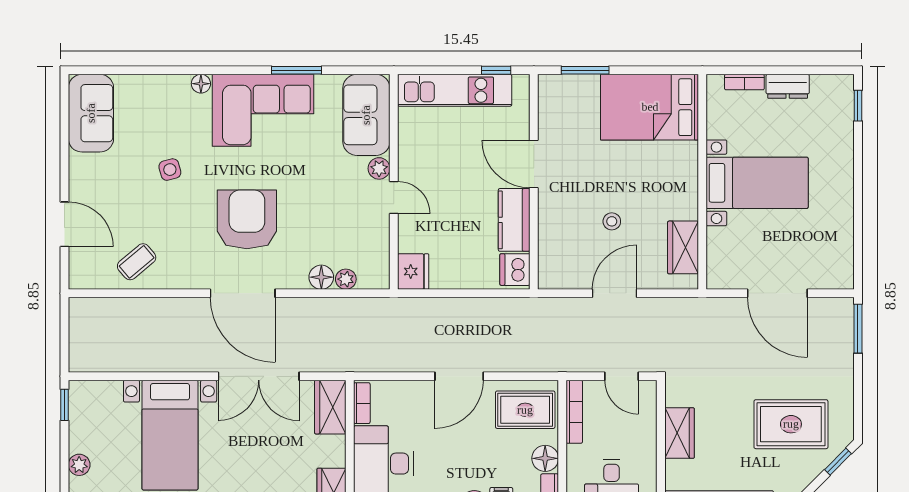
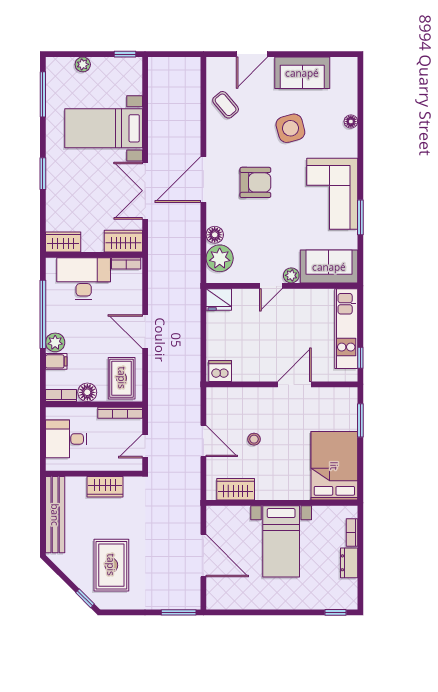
floor lamp: (201, 84) -> (351, 121), moved
sofa: (91, 113) -> (302, 73), moved
side table: (170, 170) -> (290, 128), width x1.87, depth x1.87
armchair: (247, 219) -> (255, 182), width x0.73, depth x0.73
kitchen counter: (514, 220) -> (255, 370), removed
plant: (346, 279) -> (220, 258), width x1.87, depth x1.87
door: (777, 293) -> (203, 556), swing flipped

